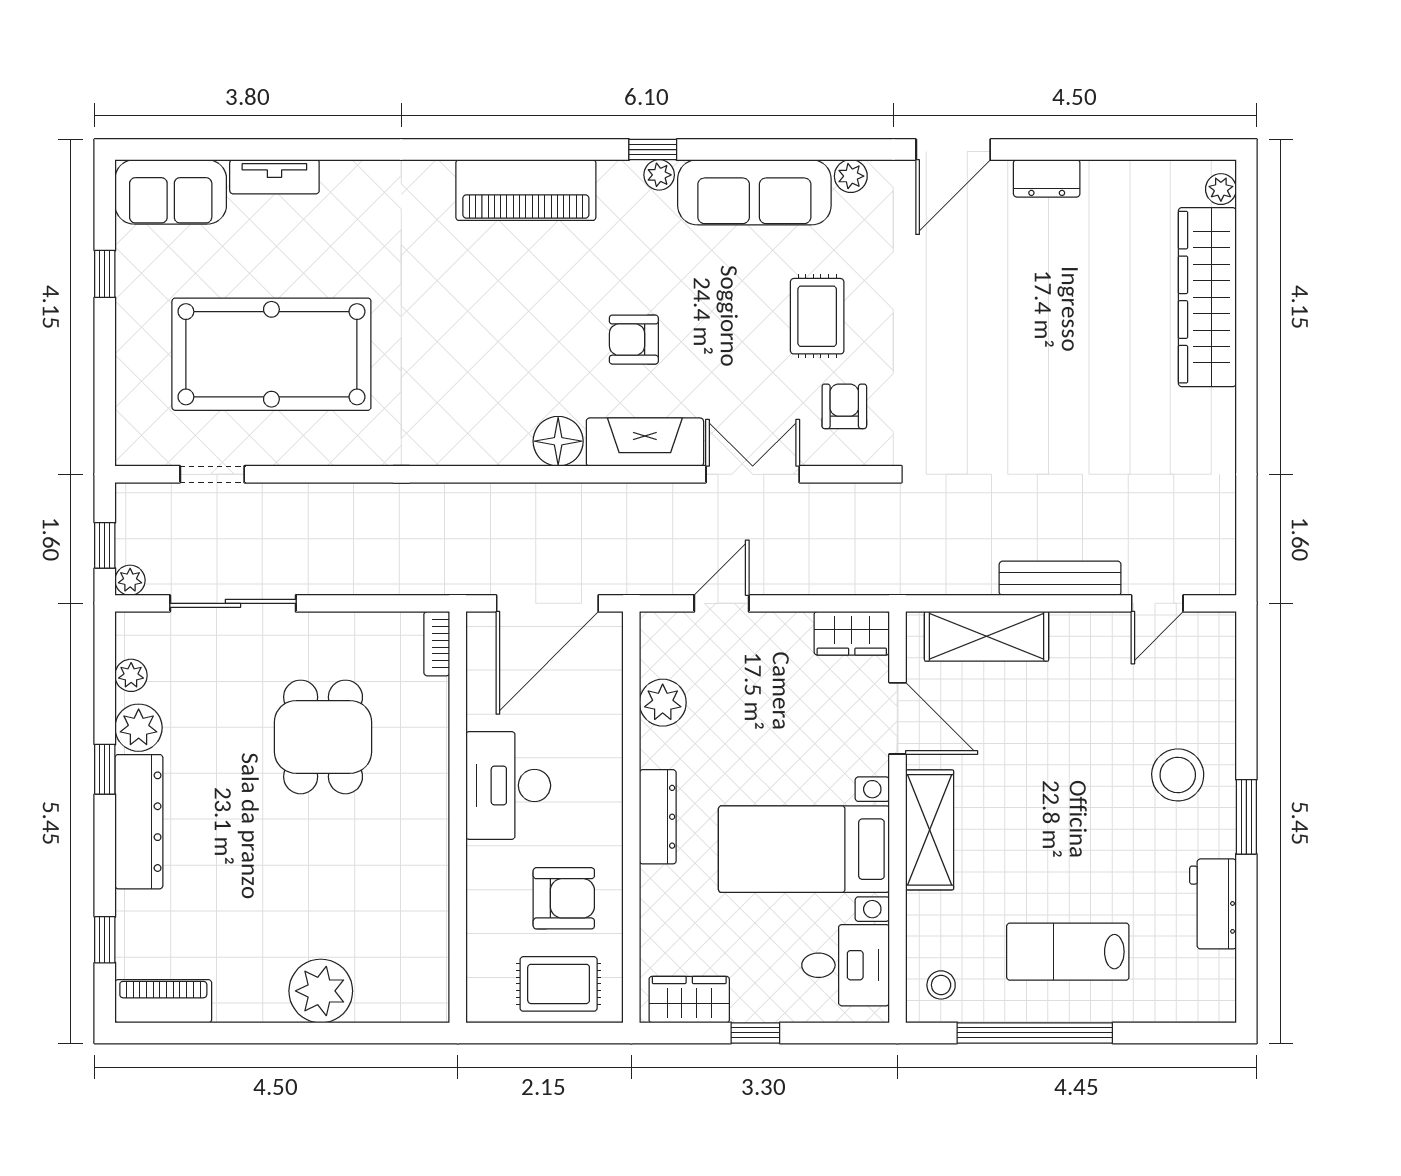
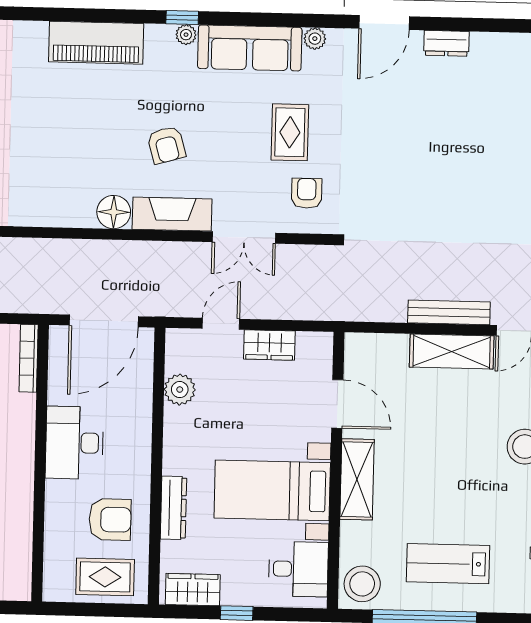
armchair: (634, 340) -> (166, 145), turned -106
double door: (753, 474) -> (244, 237), swing flipped
wardrobe: (852, 633) -> (269, 345), moved
shelving: (987, 636) -> (452, 352), moved
bookcase: (437, 644) -> (29, 358), width x1.56
dresser: (658, 817) -> (173, 508), moved
stool: (941, 985) -> (362, 584), width x1.89, depth x1.89

